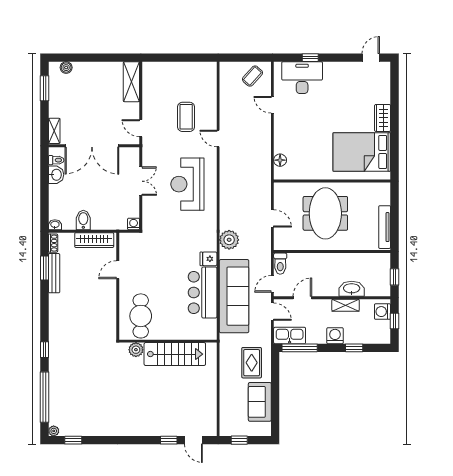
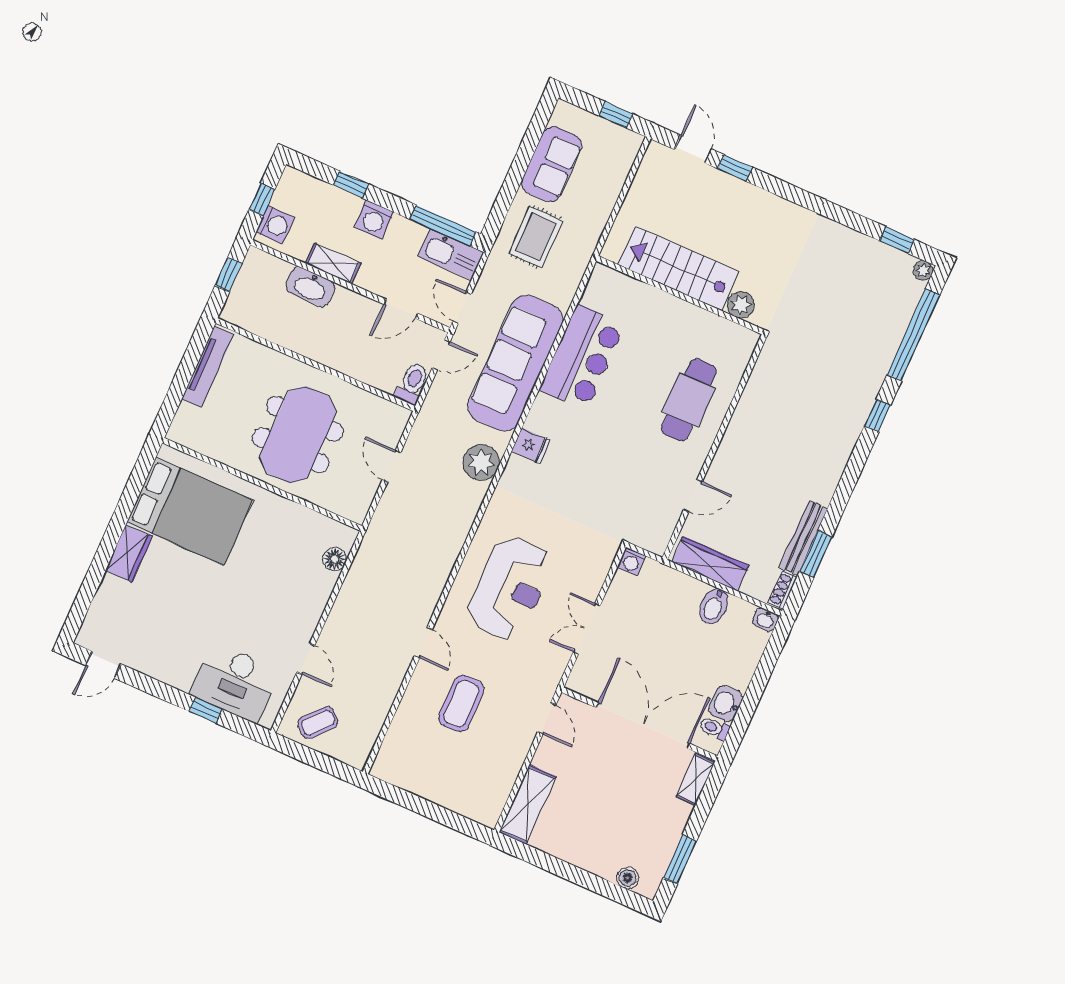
bar counter: (203, 293) -> (582, 357), moved
wall: (168, 341) -> (680, 295), moved
plant: (136, 350) -> (741, 305), moved
stairs: (175, 354) -> (678, 268), moved

